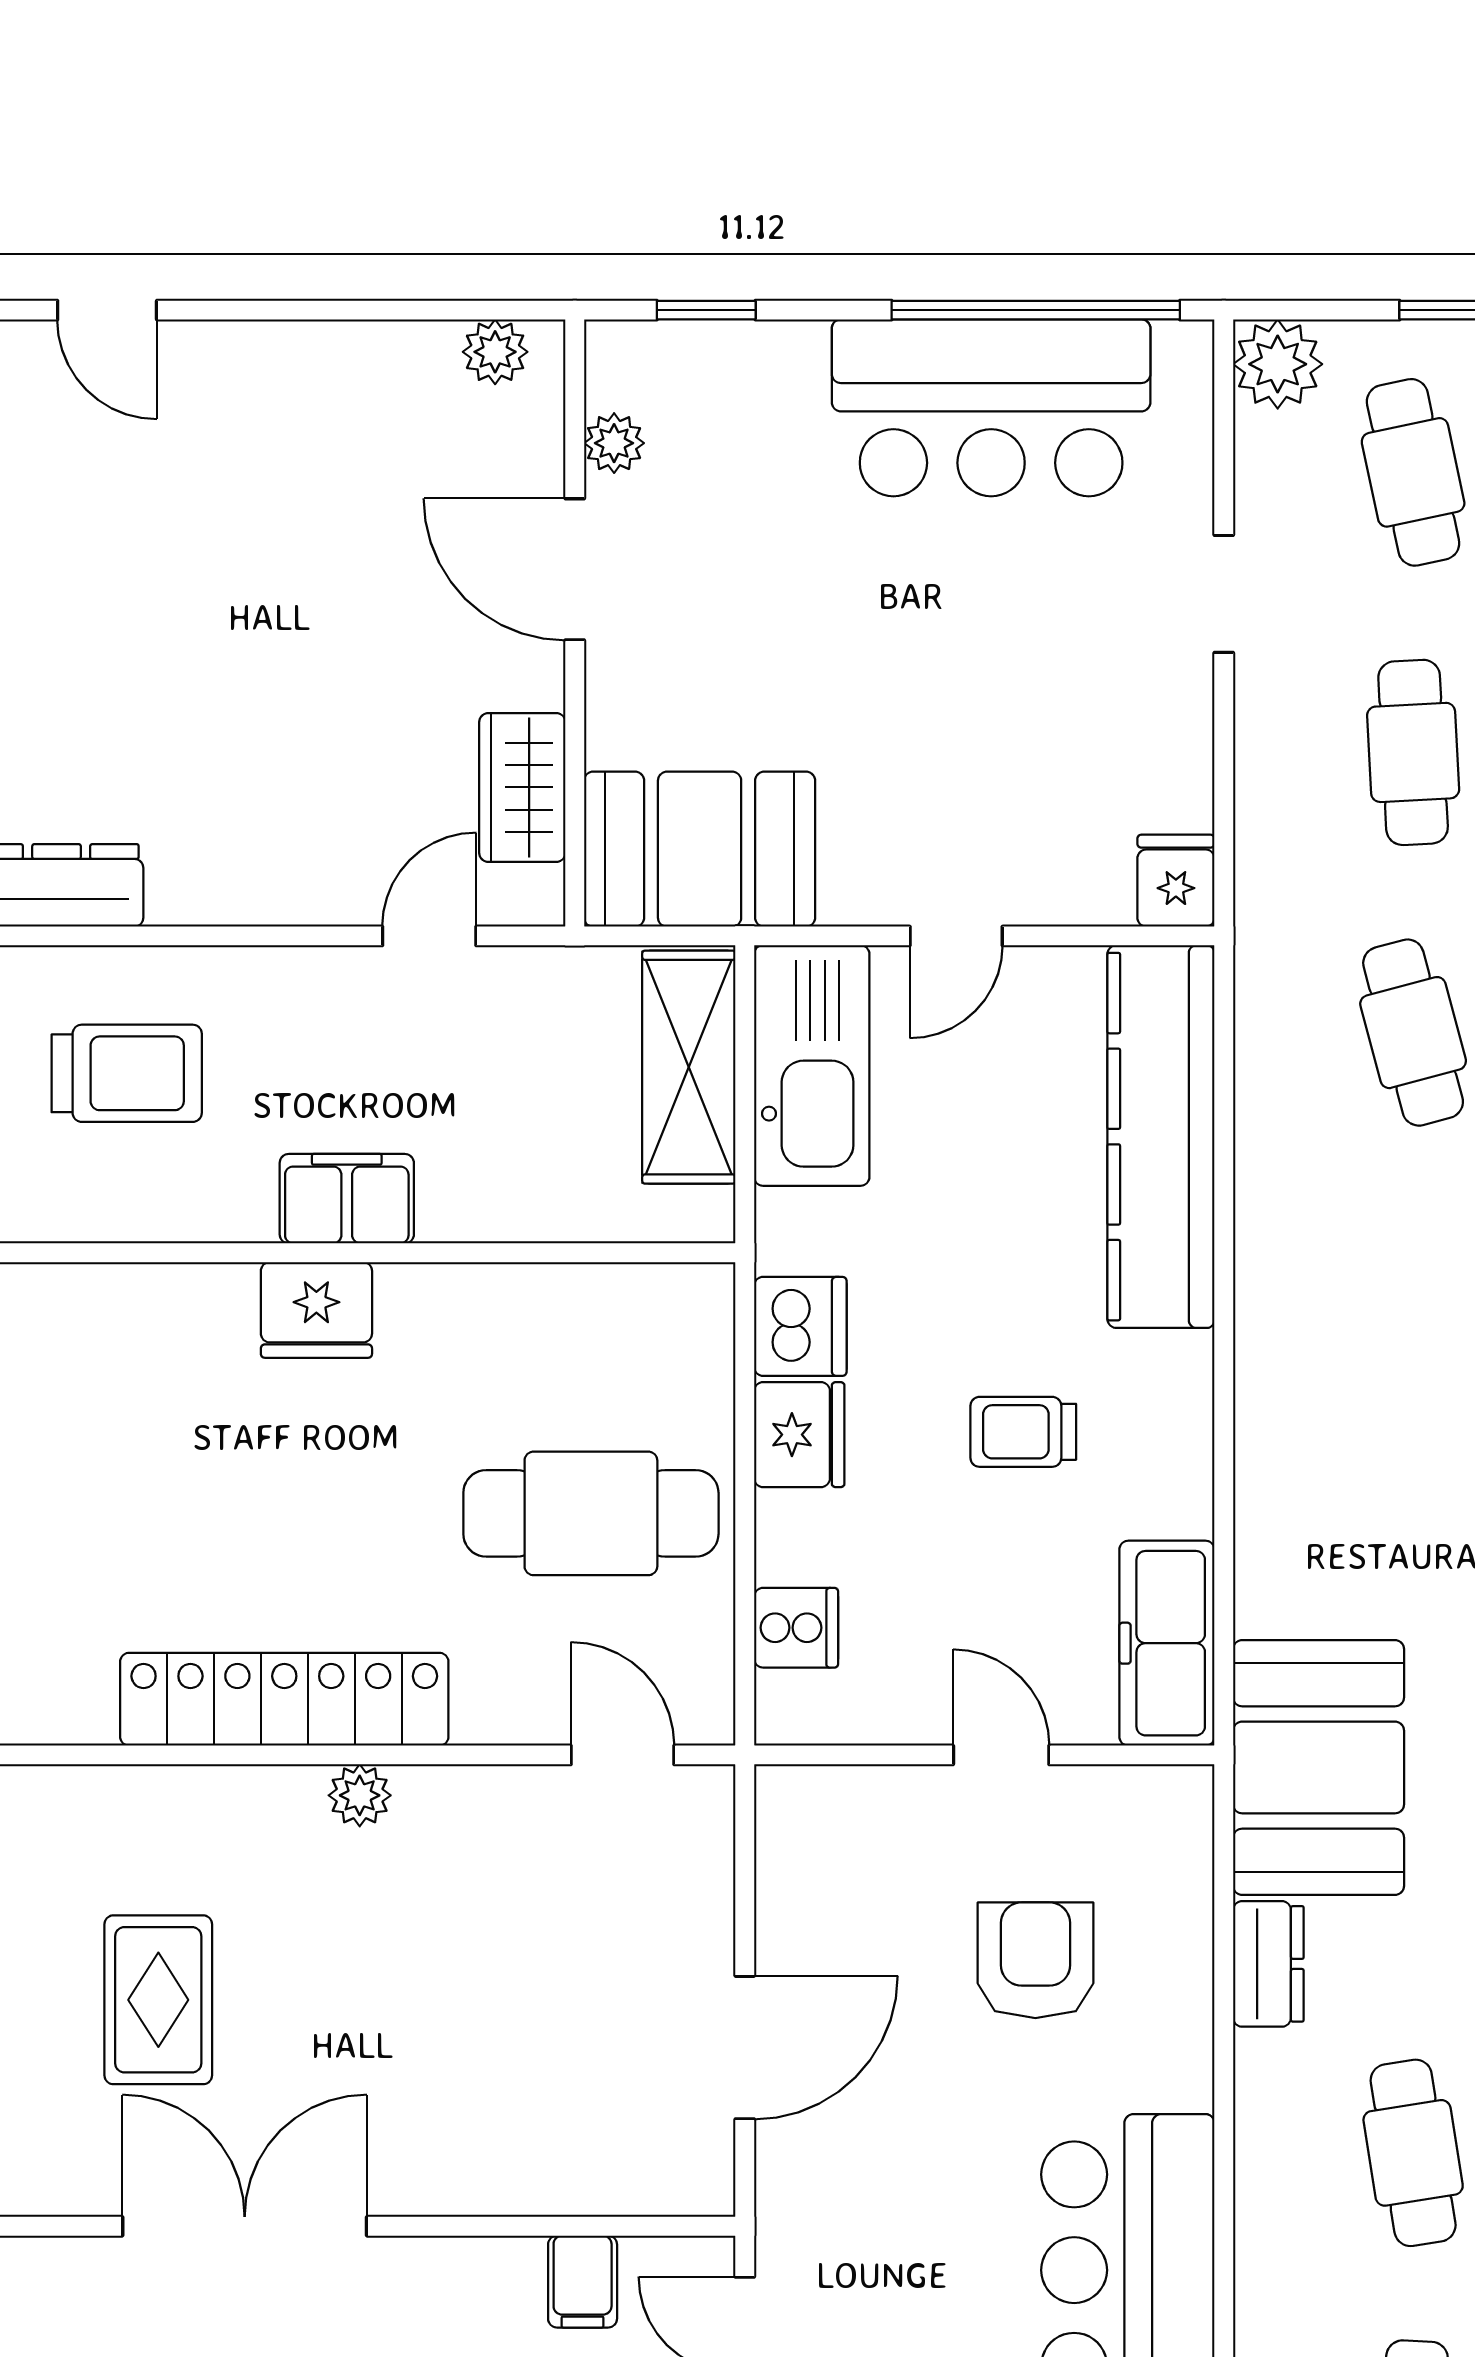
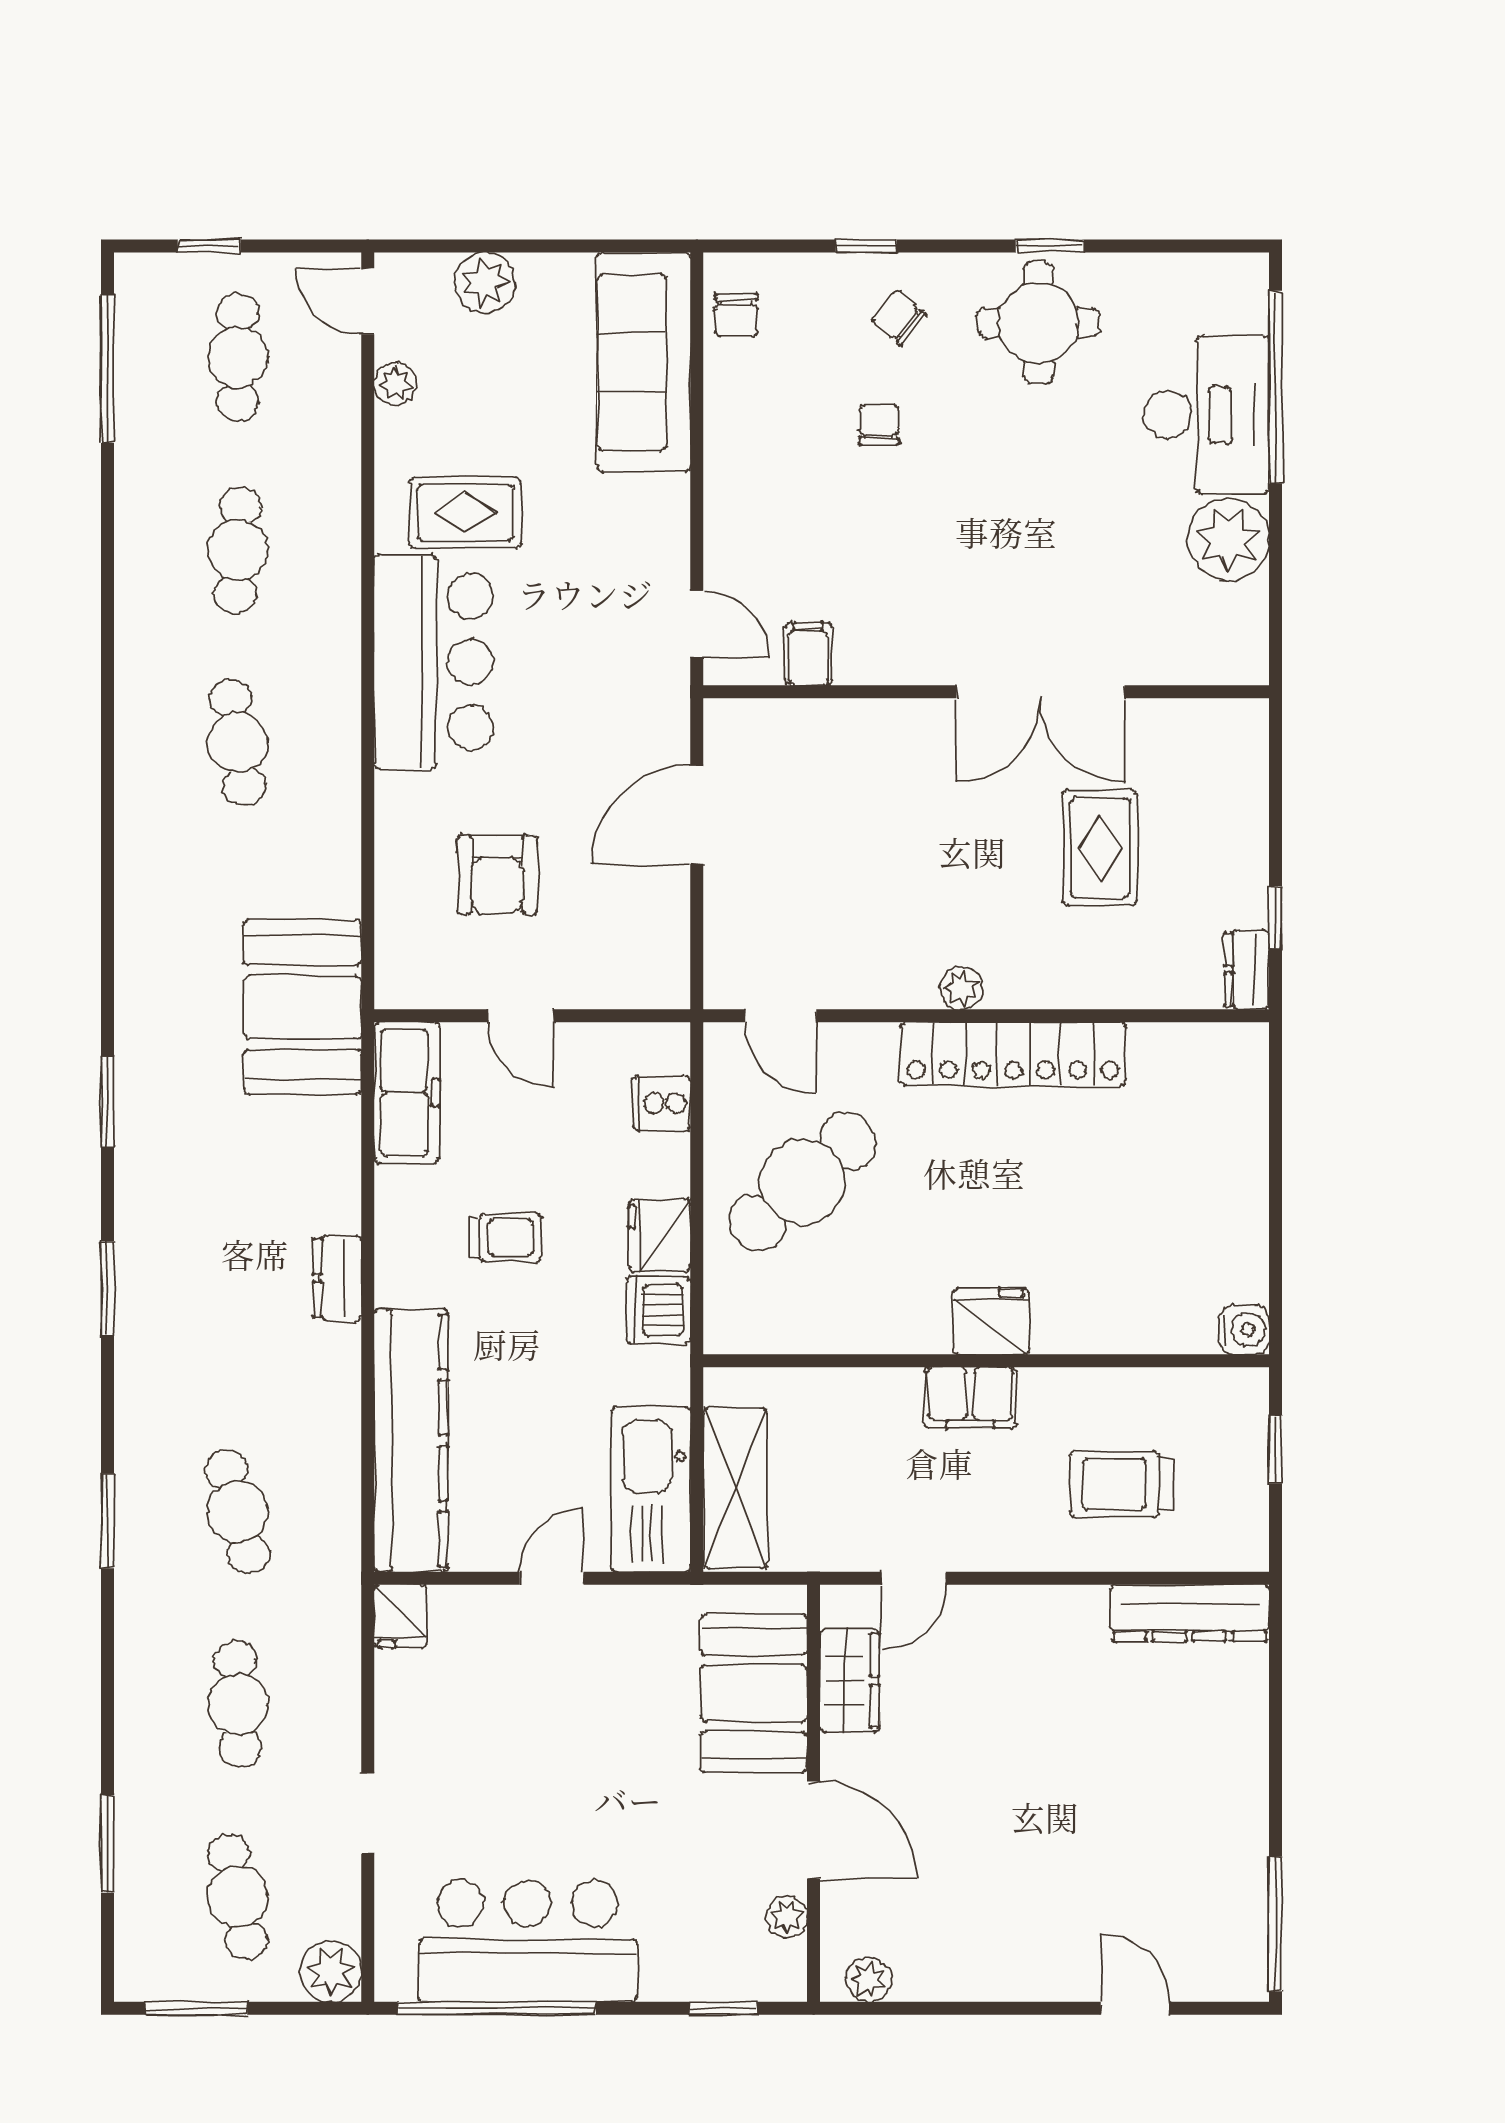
booth: (700, 849) -> (754, 1693), moved, turned 90
cafe table: (591, 1513) -> (803, 1182), turned -42
dresser: (1268, 1964) -> (337, 1278), moved

